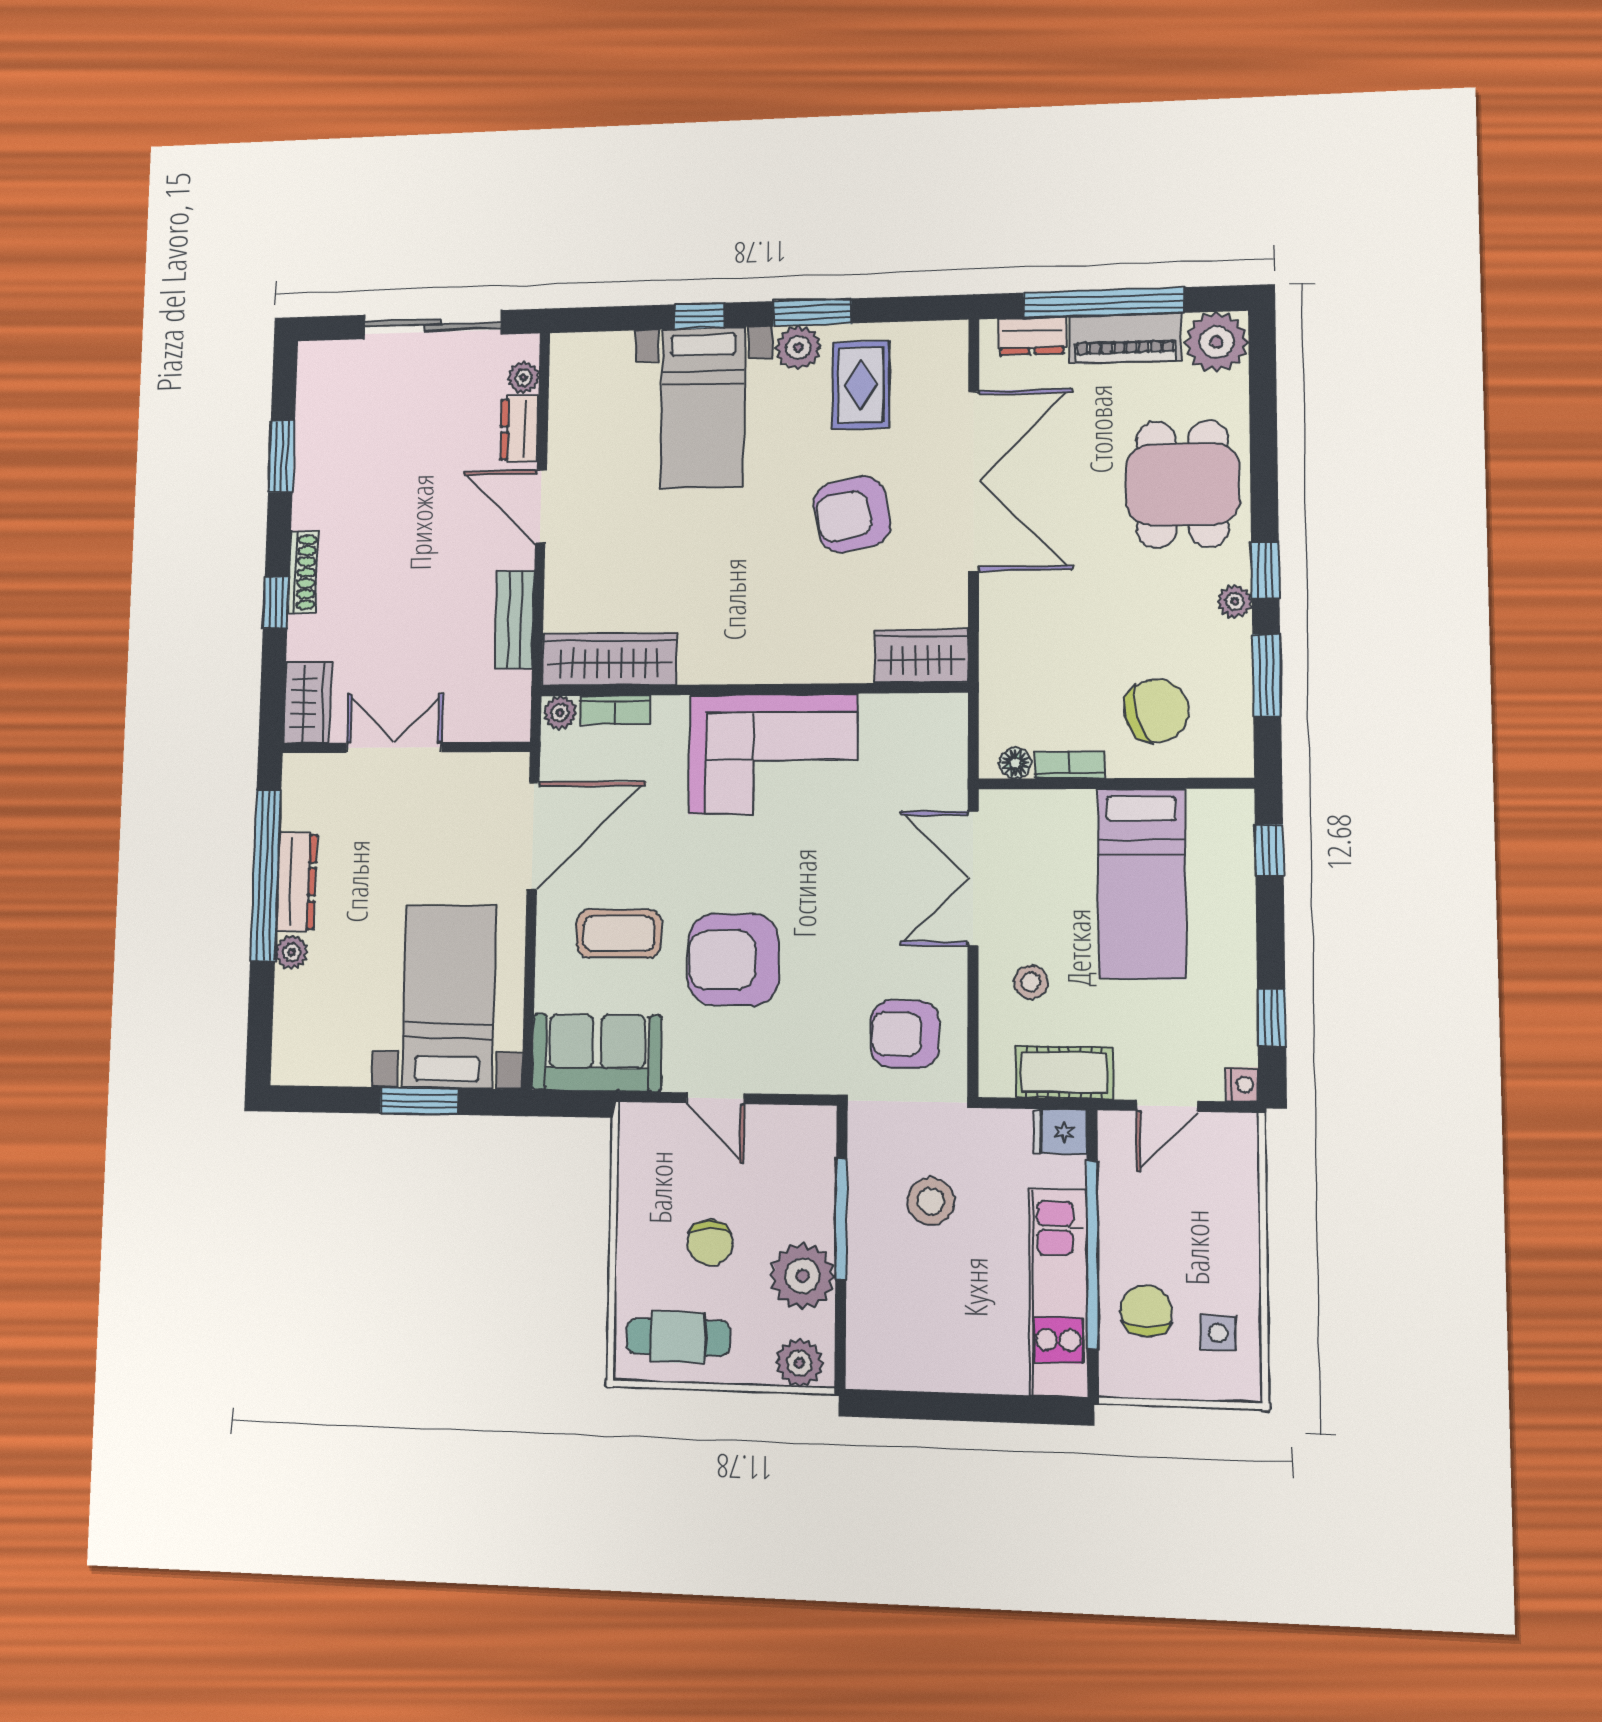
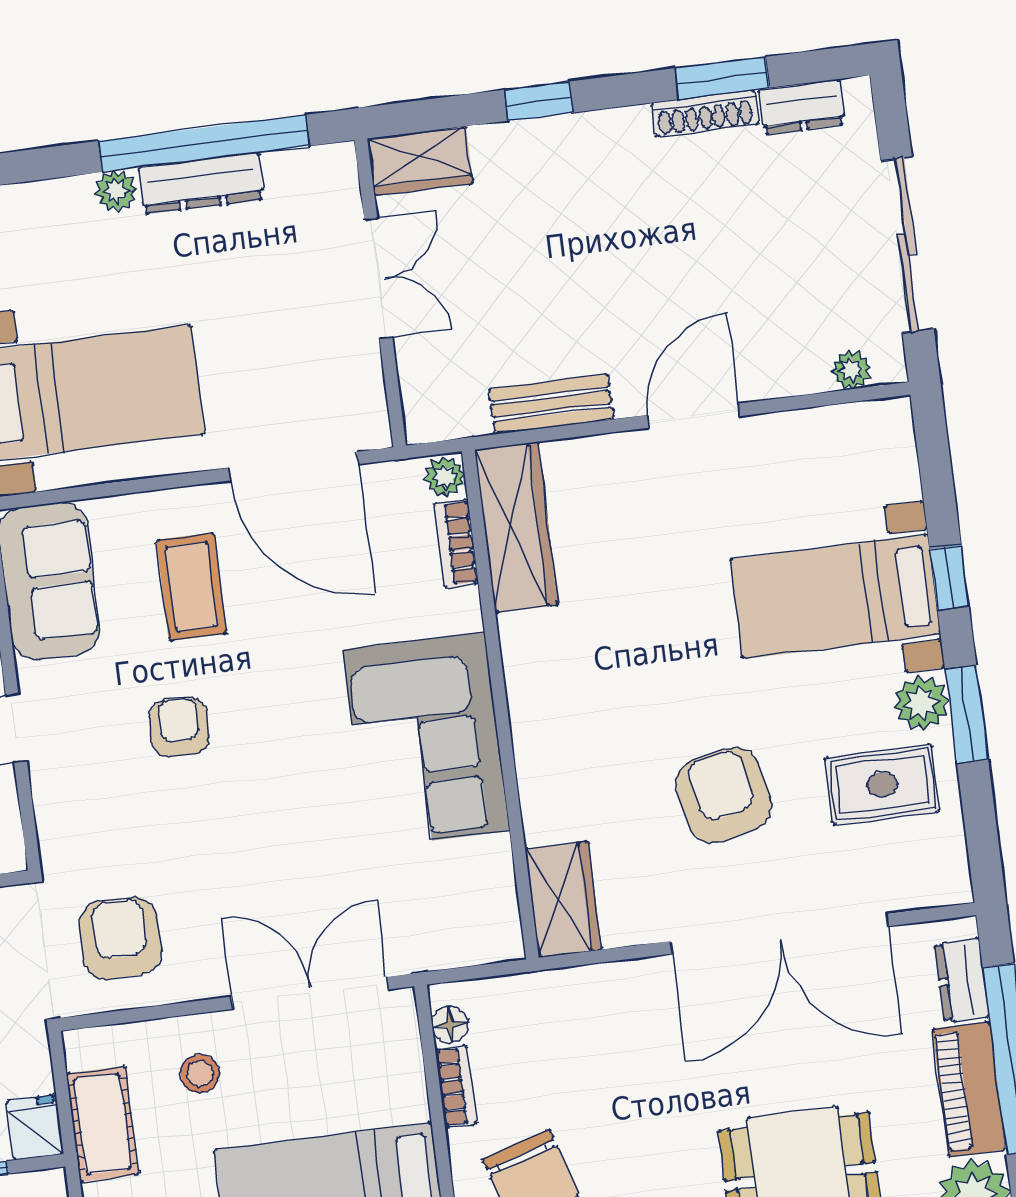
dresser: (519, 429) -> (802, 107), moved, turned 180
shoe rack: (303, 572) -> (705, 114), moved
armchair: (733, 960) -> (179, 727), width x0.53, depth x0.53

